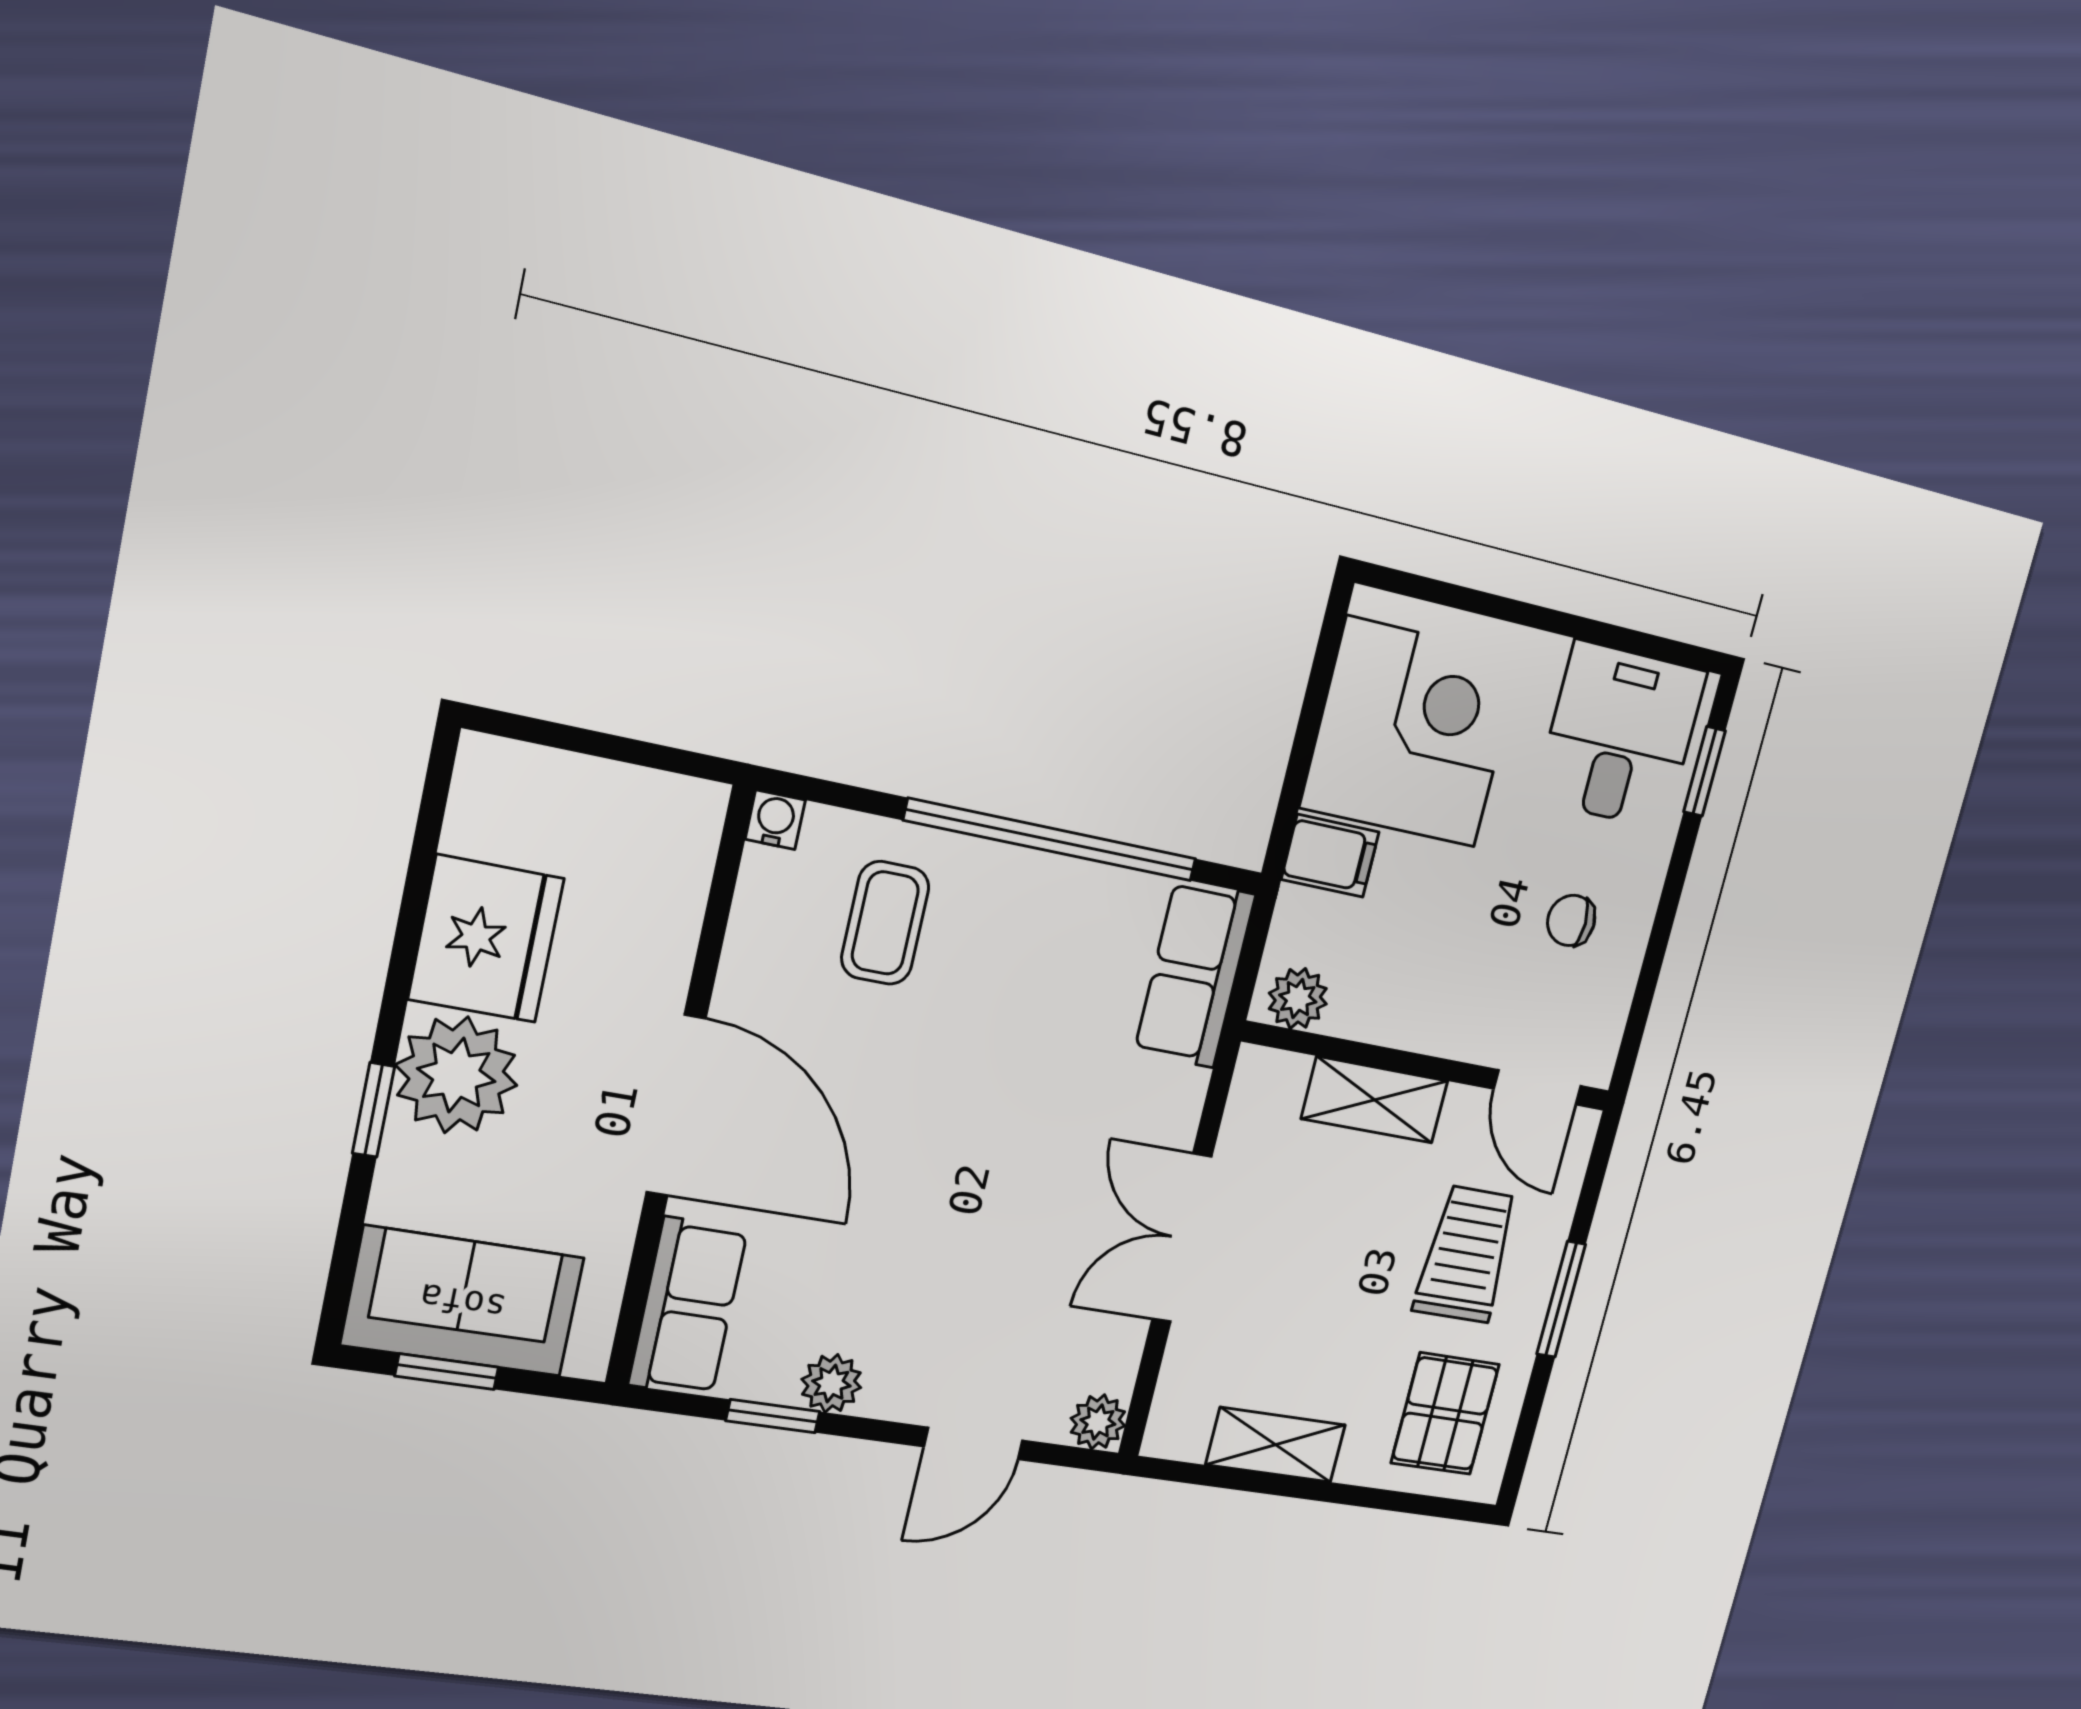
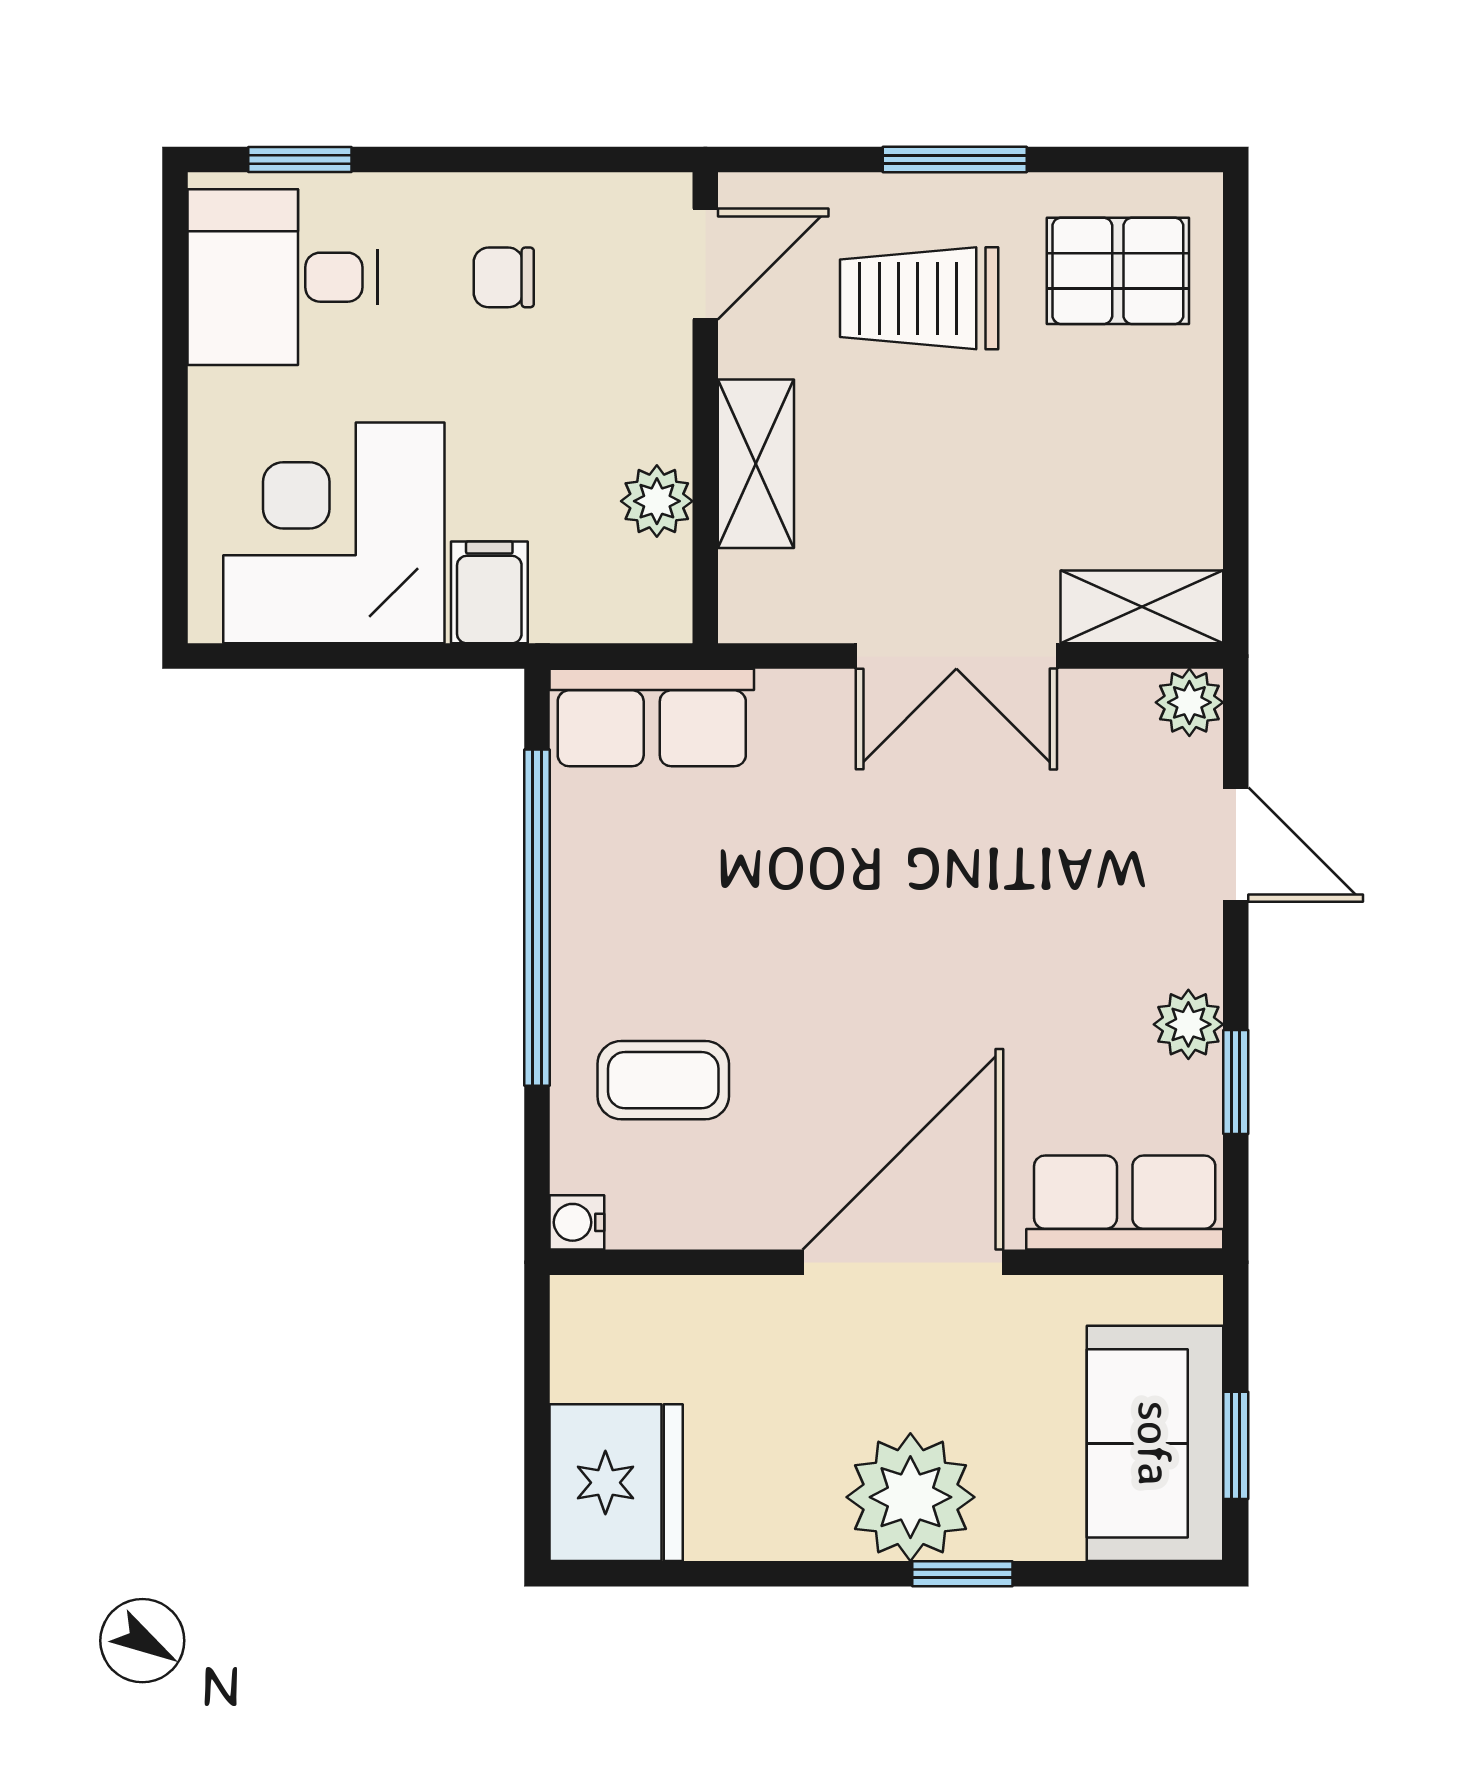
chair: (1571, 920) -> (504, 277), turned 90
fridge: (486, 939) -> (616, 1483), moved, turned 90
plant: (1298, 999) -> (657, 501), moved
shelving: (1276, 1445) -> (1142, 607), moved, turned 90

